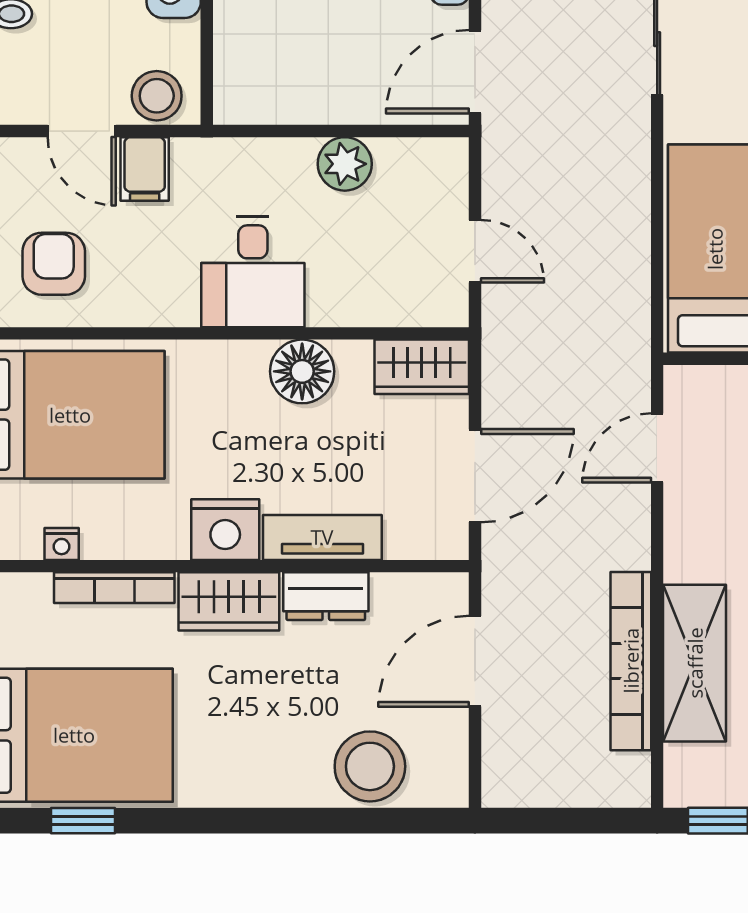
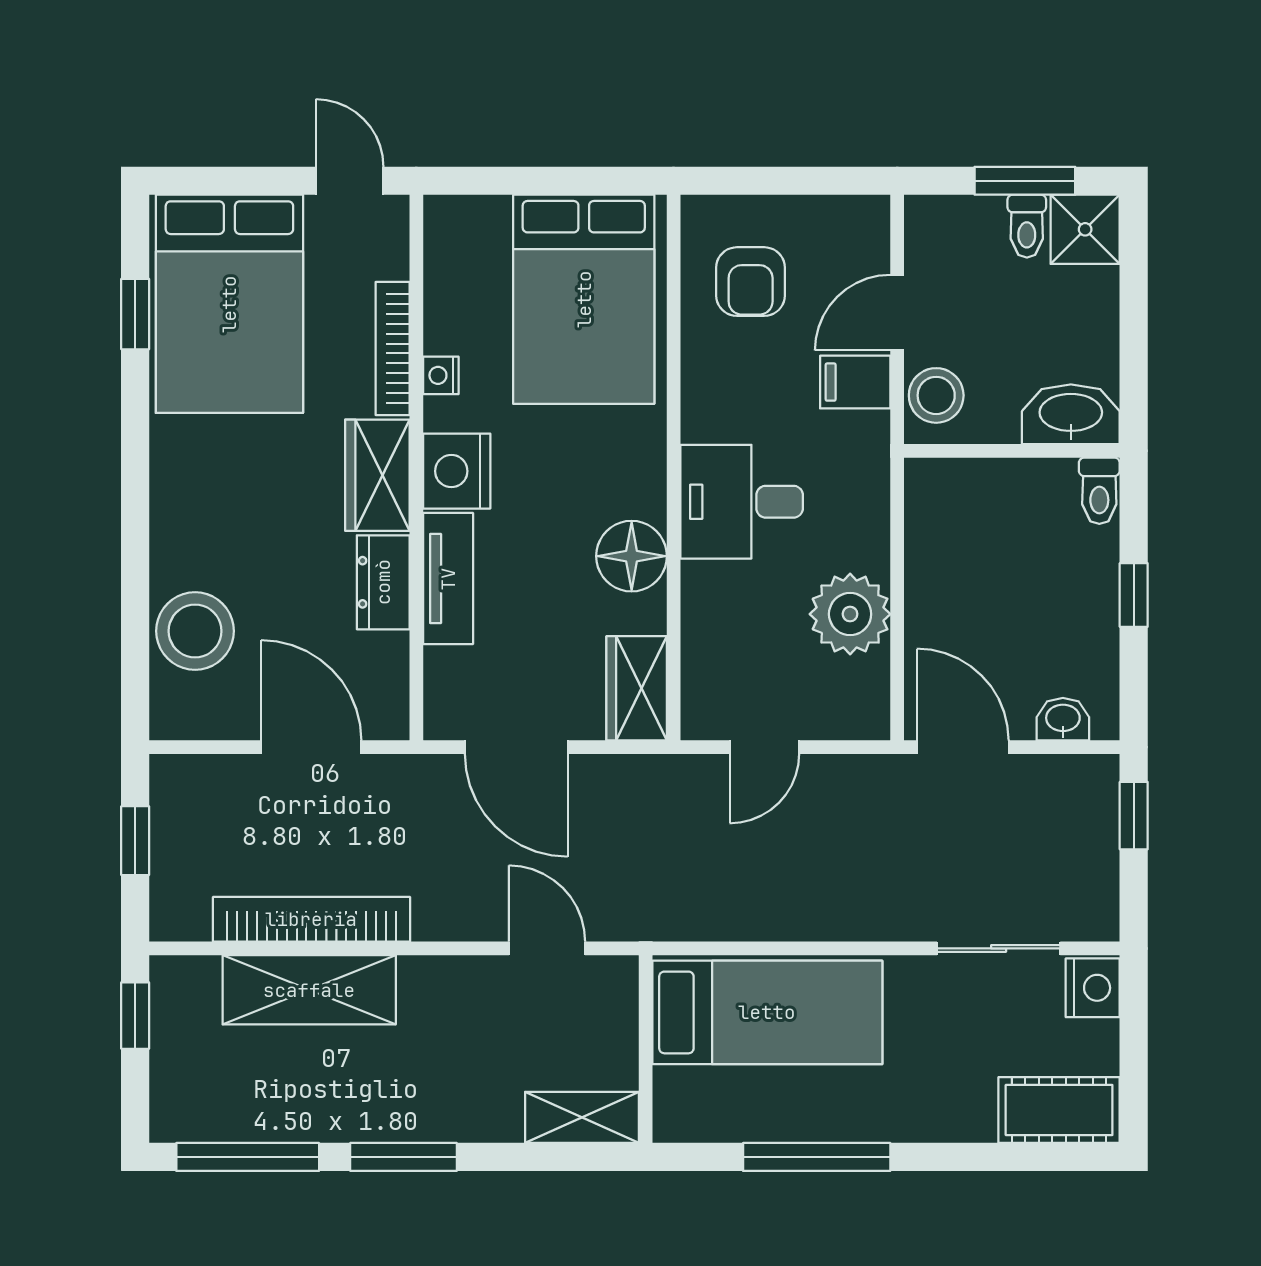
plant: (345, 164) -> (850, 614), width x1.36, depth x1.36
armchair: (54, 264) -> (751, 282), turned 90
nightstand: (62, 544) -> (441, 375), moved
window: (560, 821) -> (135, 841), added

